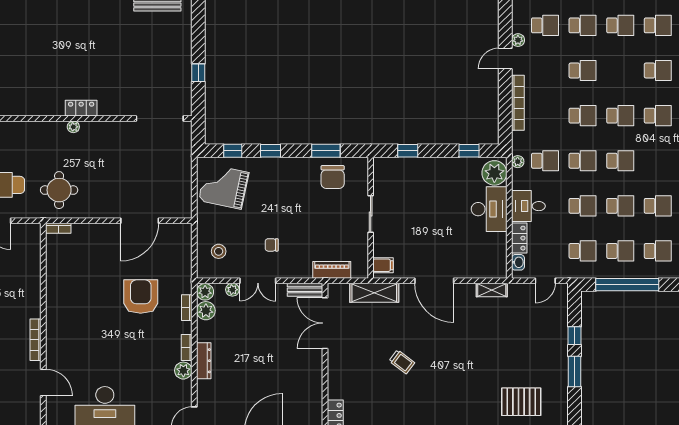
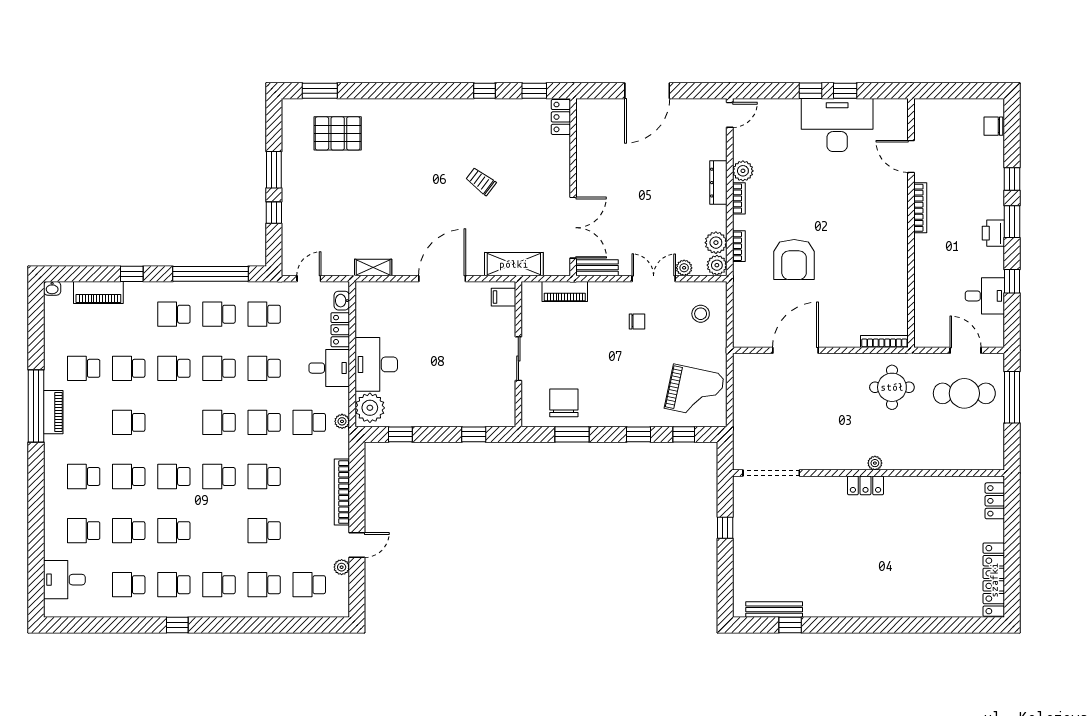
bookcase: (58, 228) -> (884, 341), width x1.56
door: (434, 281) -> (442, 279), hinge flipped

